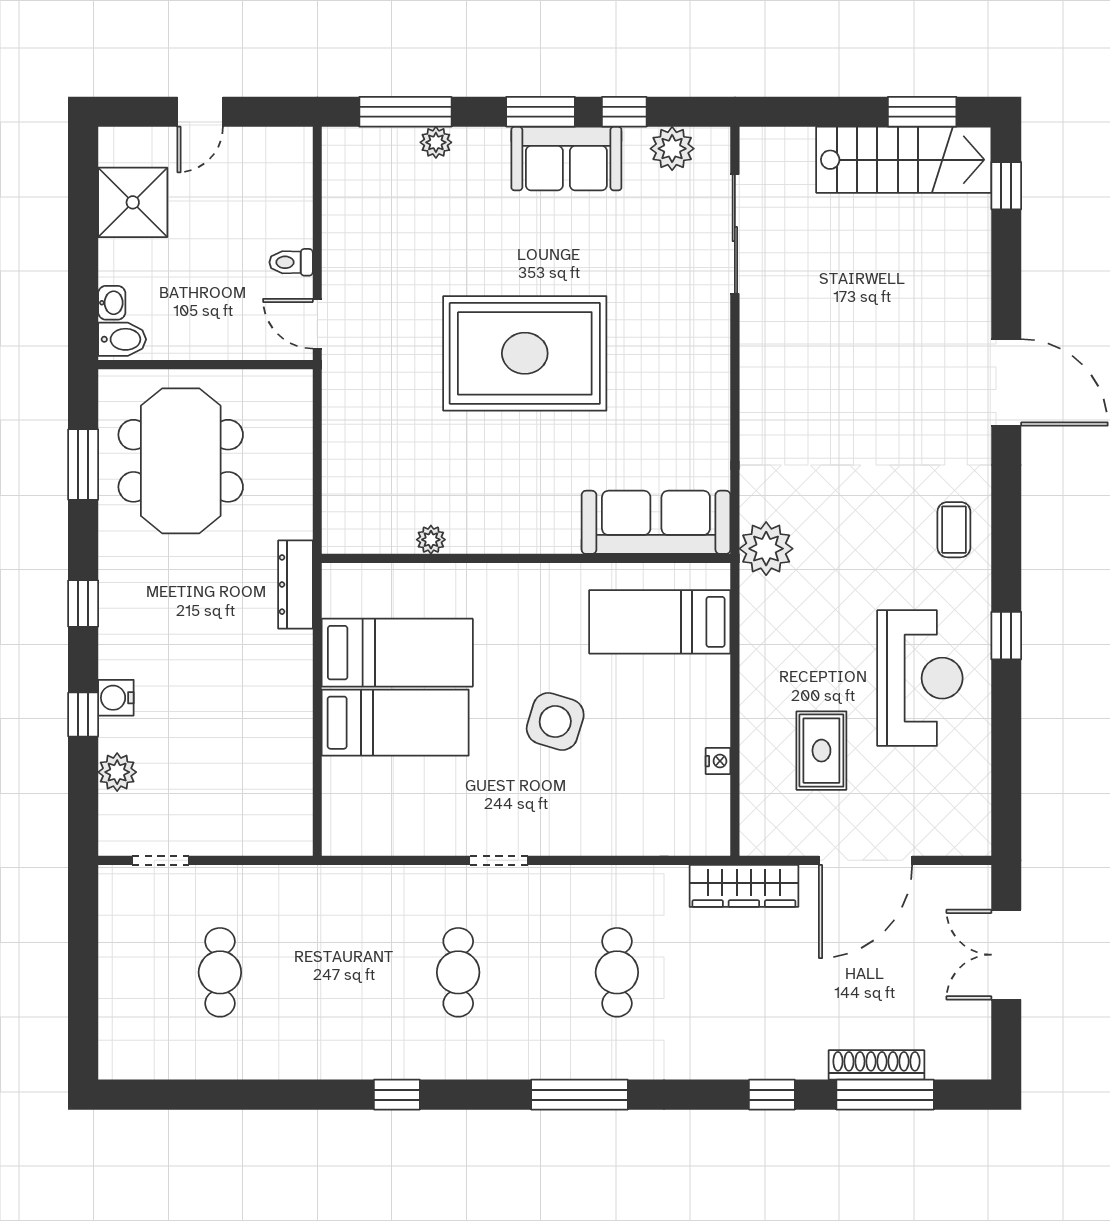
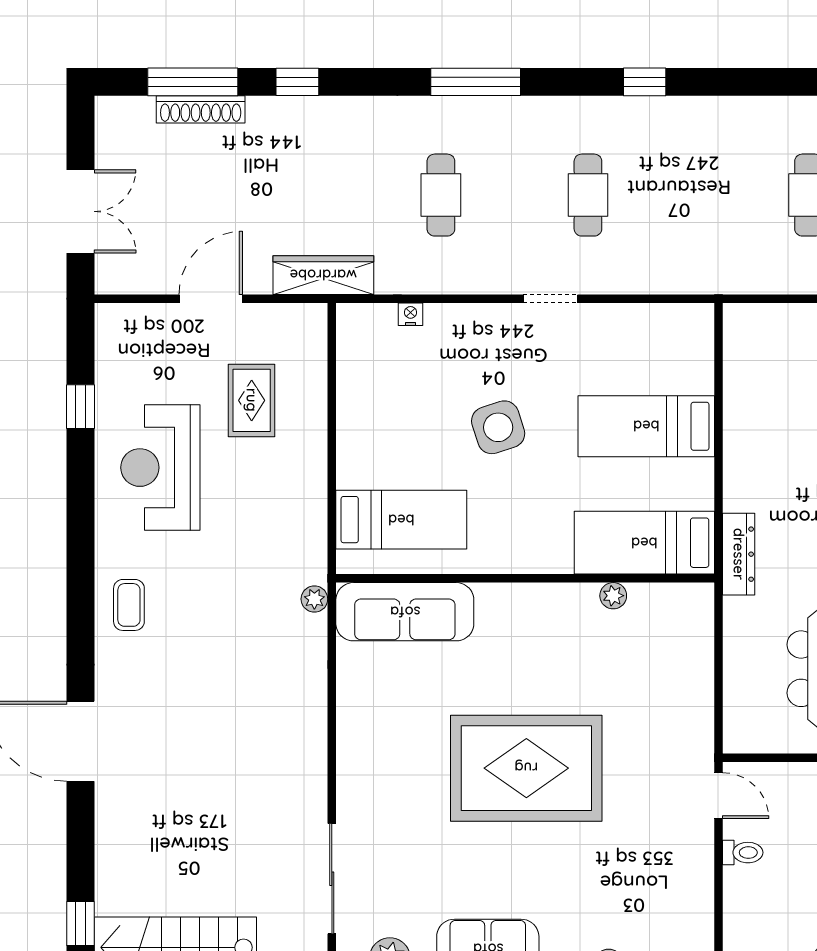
plant: (766, 549) -> (314, 599), width x0.53, depth x0.53
window: (1006, 636) -> (80, 407), moved
bed: (397, 653) -> (644, 543), moved
side table: (555, 722) -> (498, 427), turned -35
nightstand: (718, 761) -> (411, 314), moved, turned 90
door: (866, 860) -> (211, 299), width x0.73

